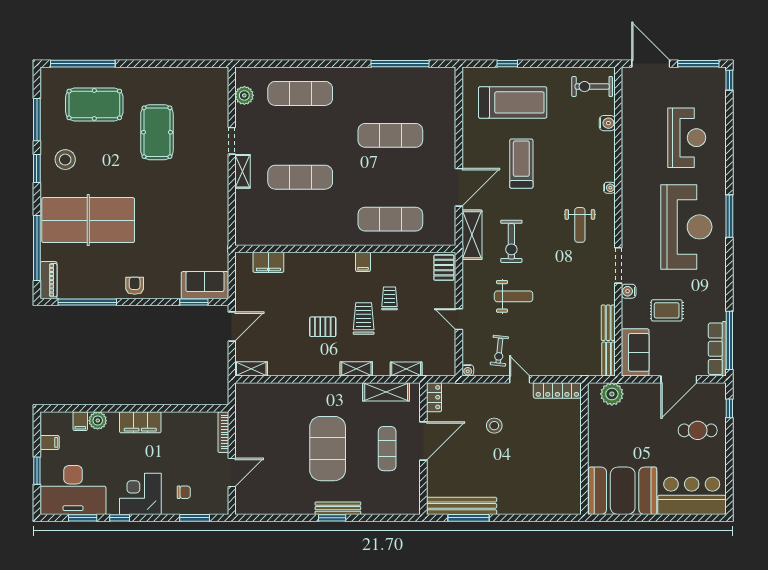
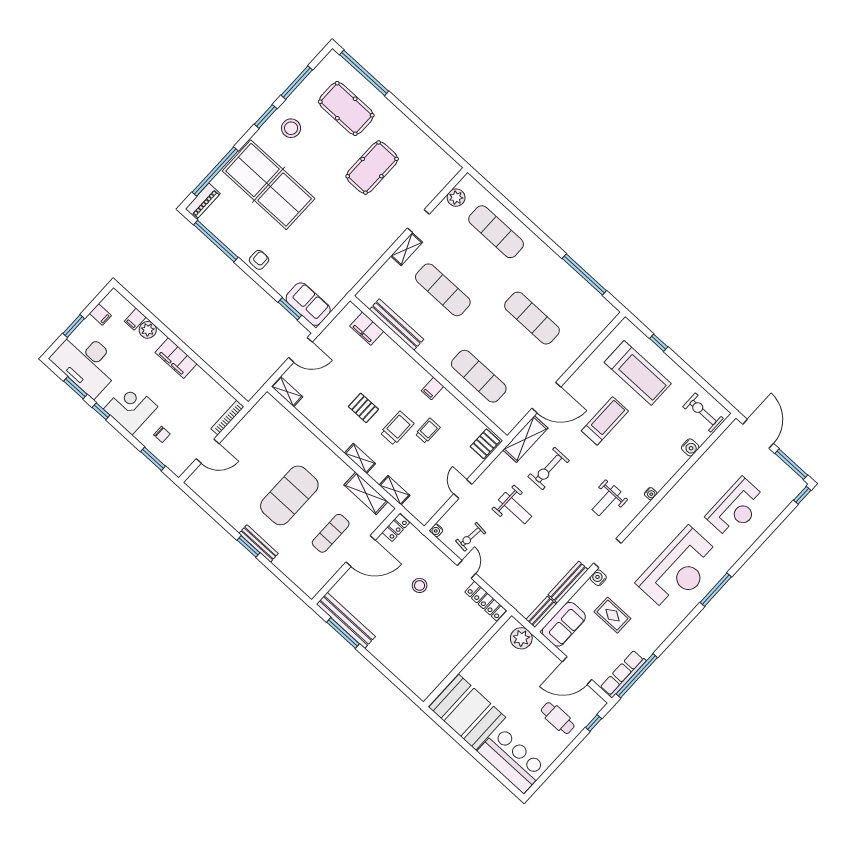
bench: (289, 238) -> (397, 325), added
bench: (608, 323) -> (568, 582), width x1.36

